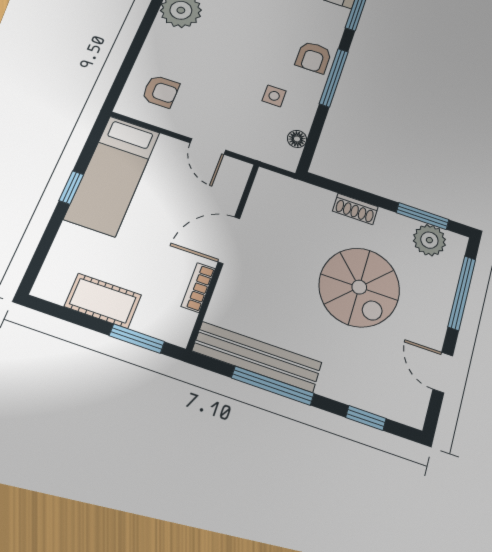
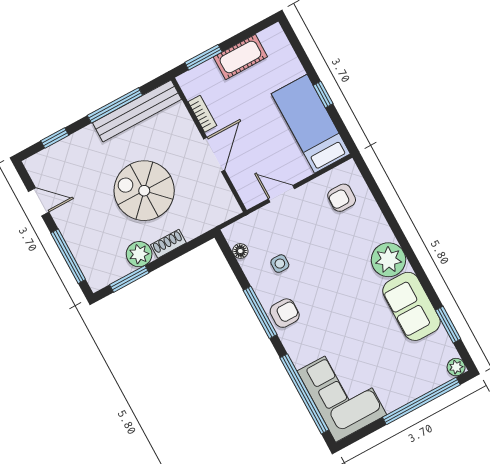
armchair: (313, 57) -> (285, 313), turned 90
plant: (429, 240) -> (139, 254), moved
spiral stairs: (359, 287) -> (144, 191), moved

